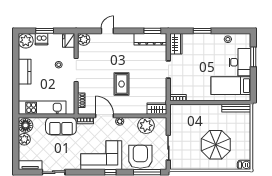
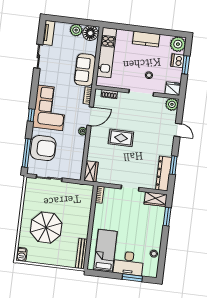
window: (152, 31) -> (173, 165), moved
window: (202, 31) -> (167, 217), moved
plant: (146, 125) -> (75, 158), removed

